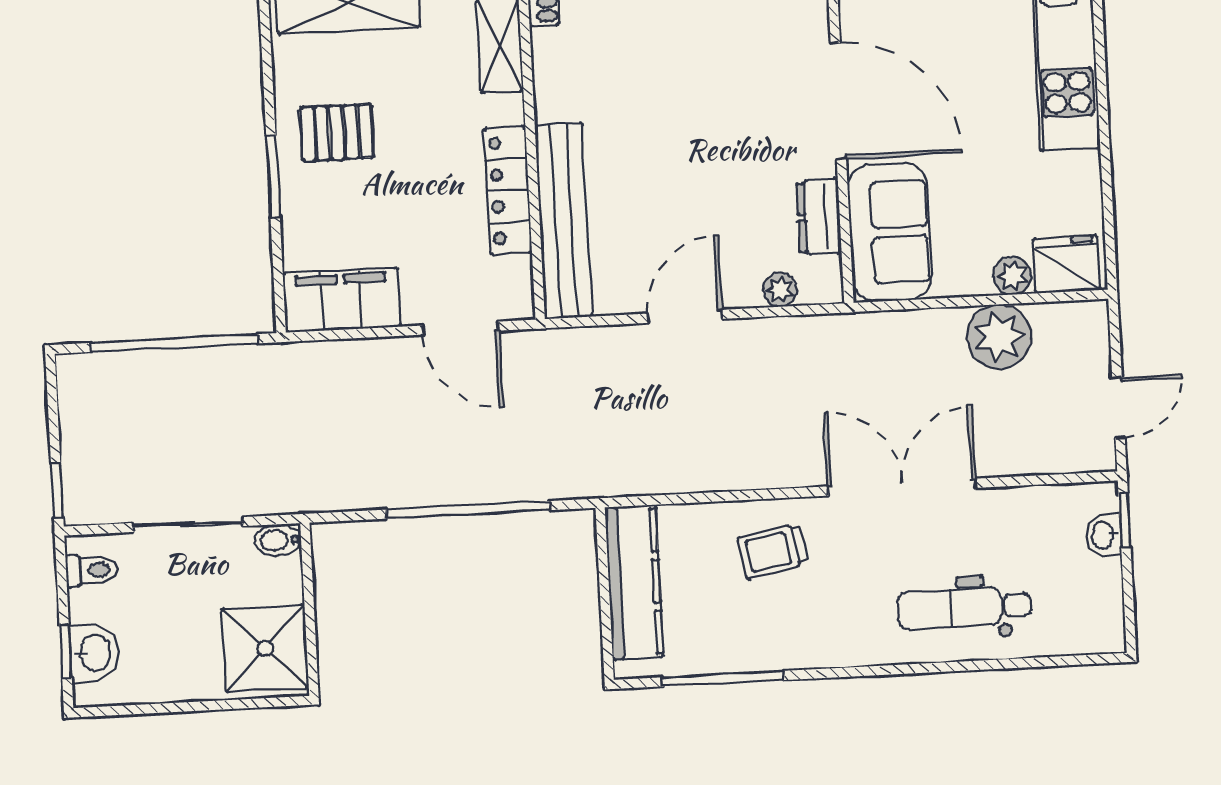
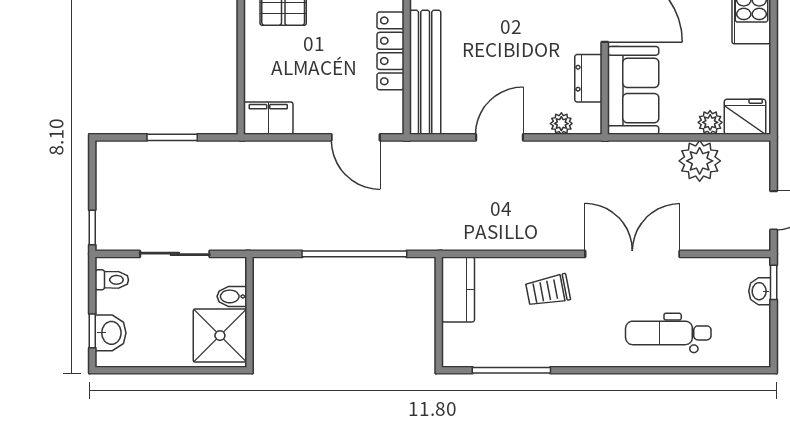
window: (273, 176) -> (241, 34), removed
filing cabinet: (342, 300) -> (268, 118), width x0.67, depth x0.86
window: (174, 343) -> (172, 137), width x0.47
bidet: (278, 540) -> (232, 296), moved
kitchen counter: (634, 582) -> (458, 289), width x0.67

